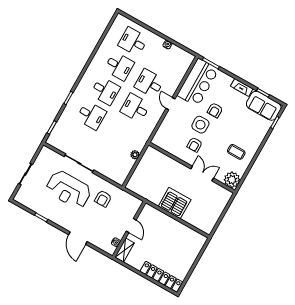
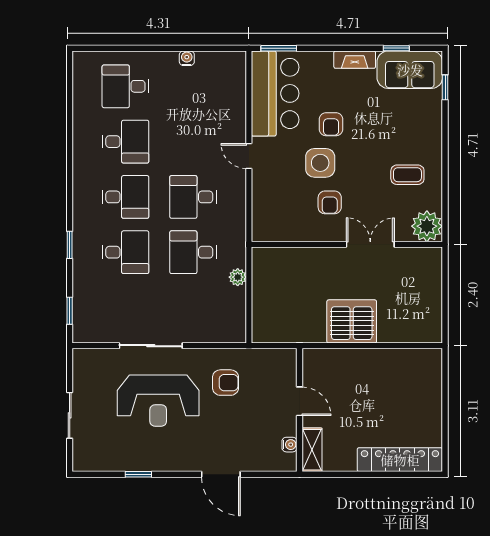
desk: (149, 83) -> (193, 252), moved
armchair: (103, 199) -> (226, 383), turned -90

